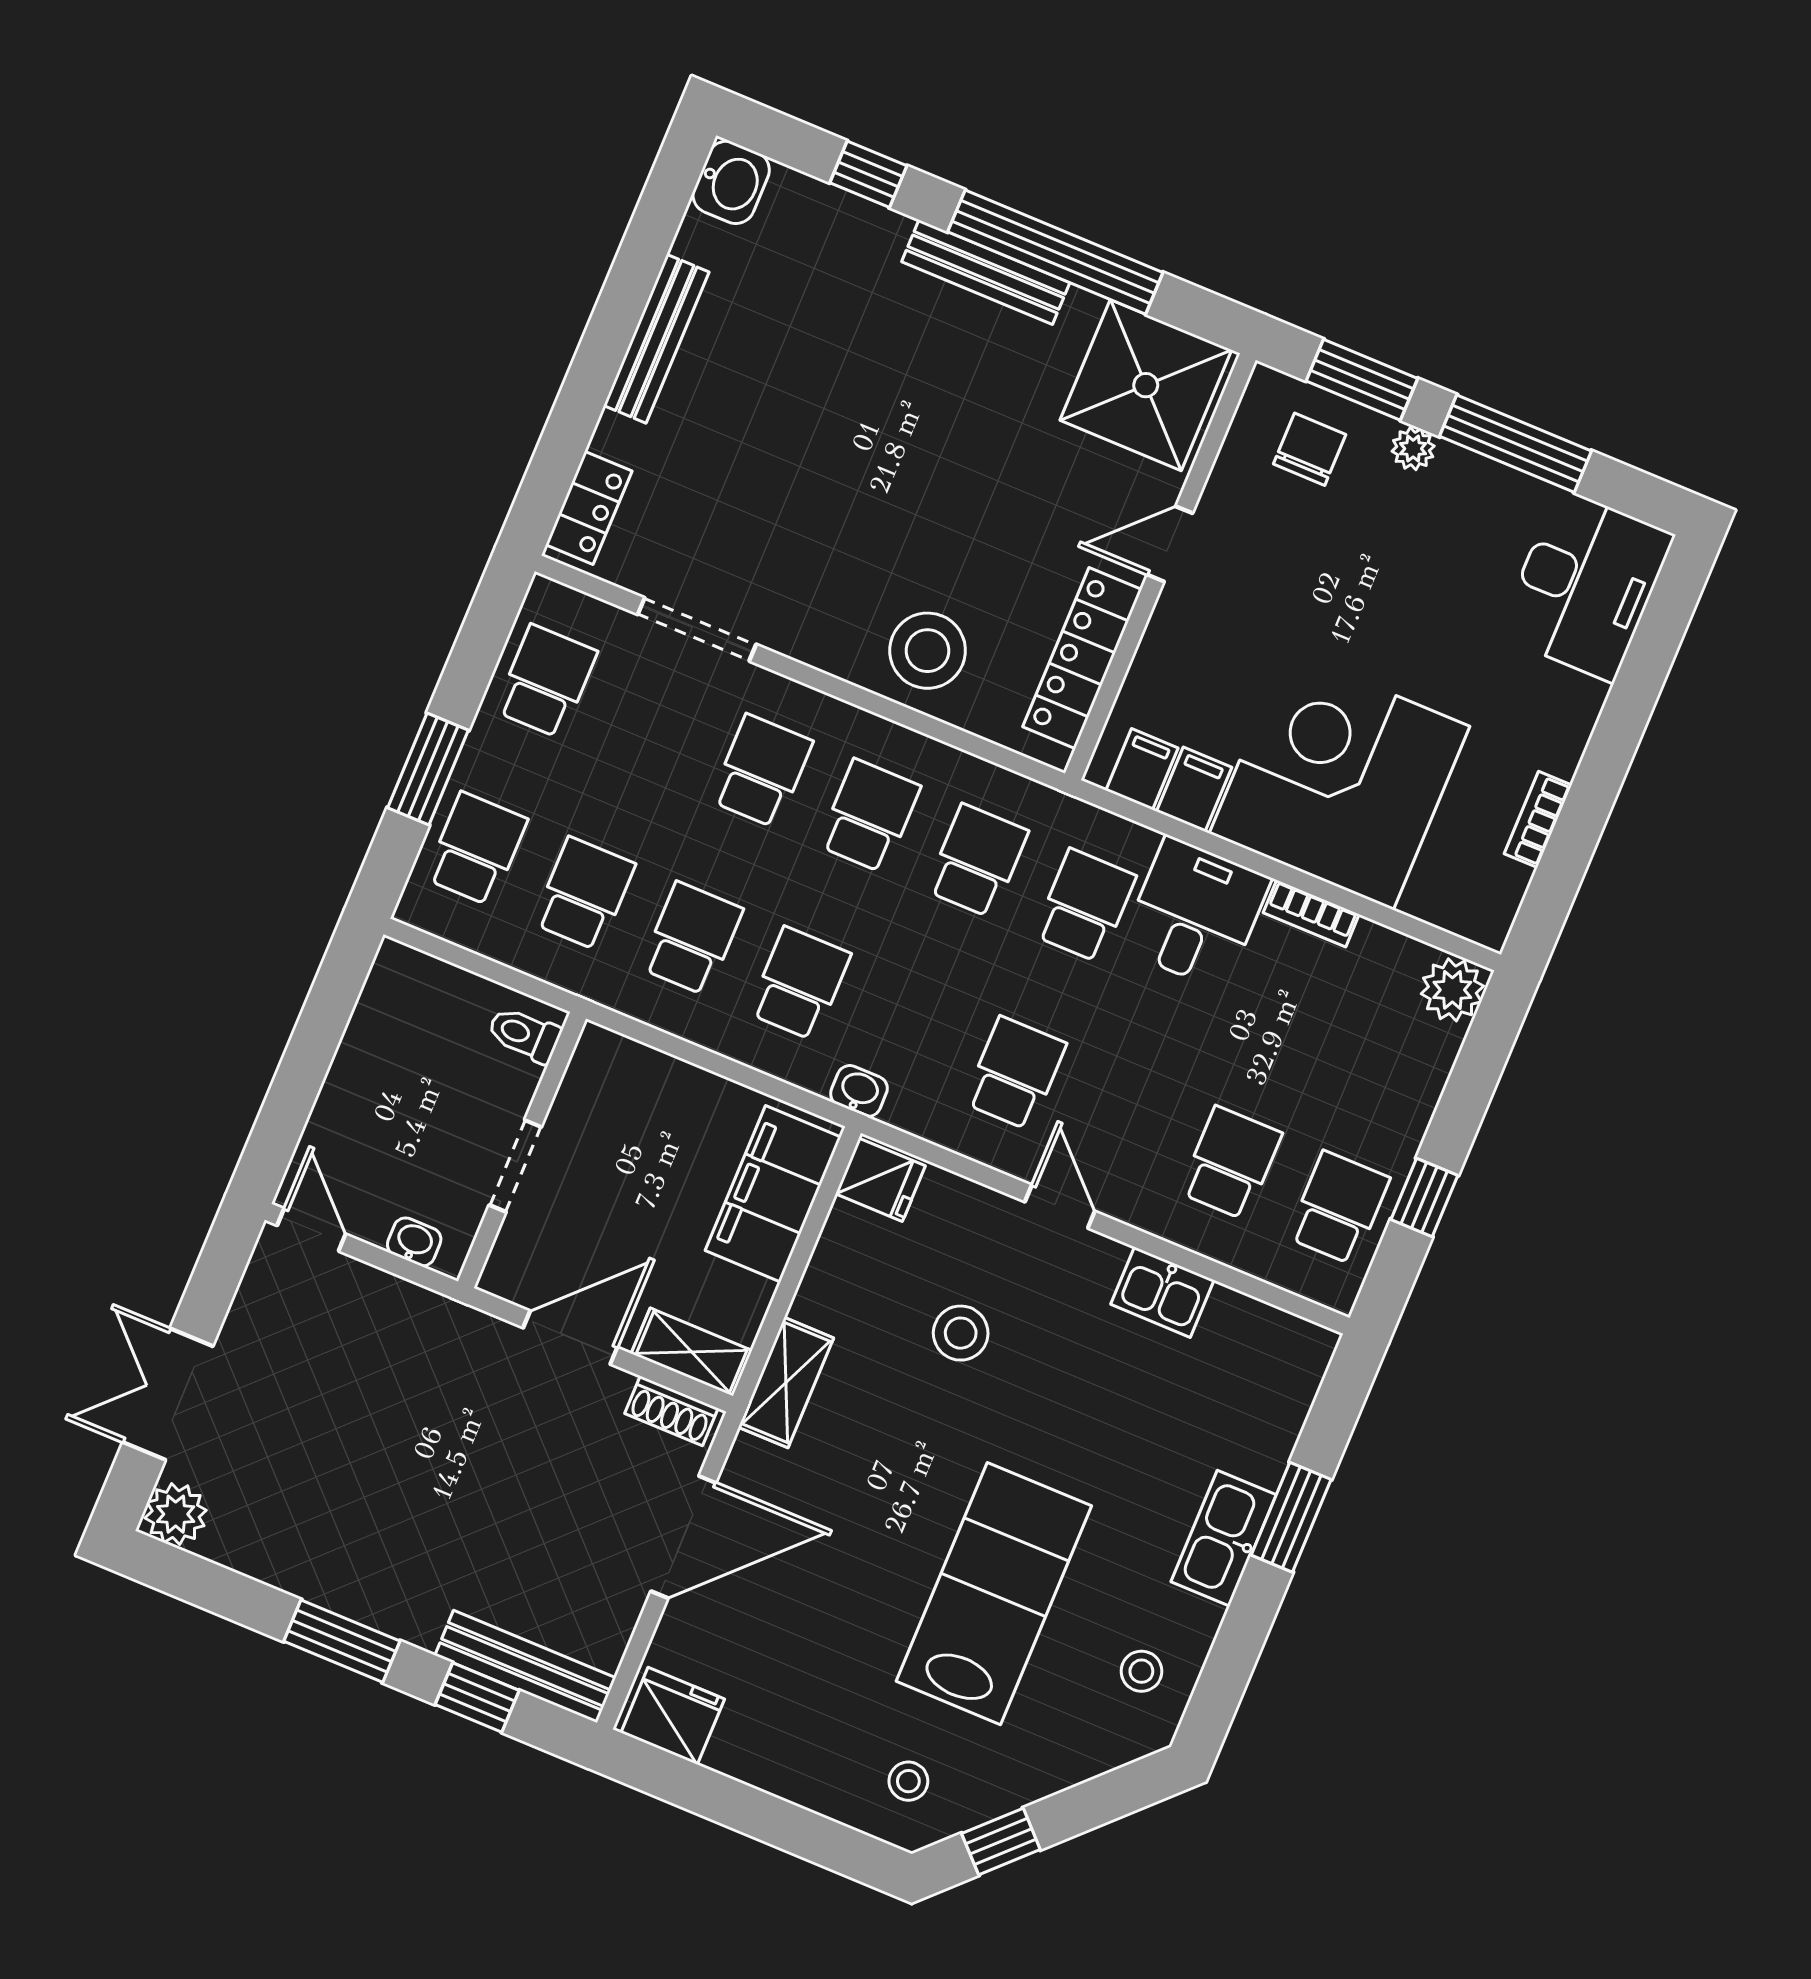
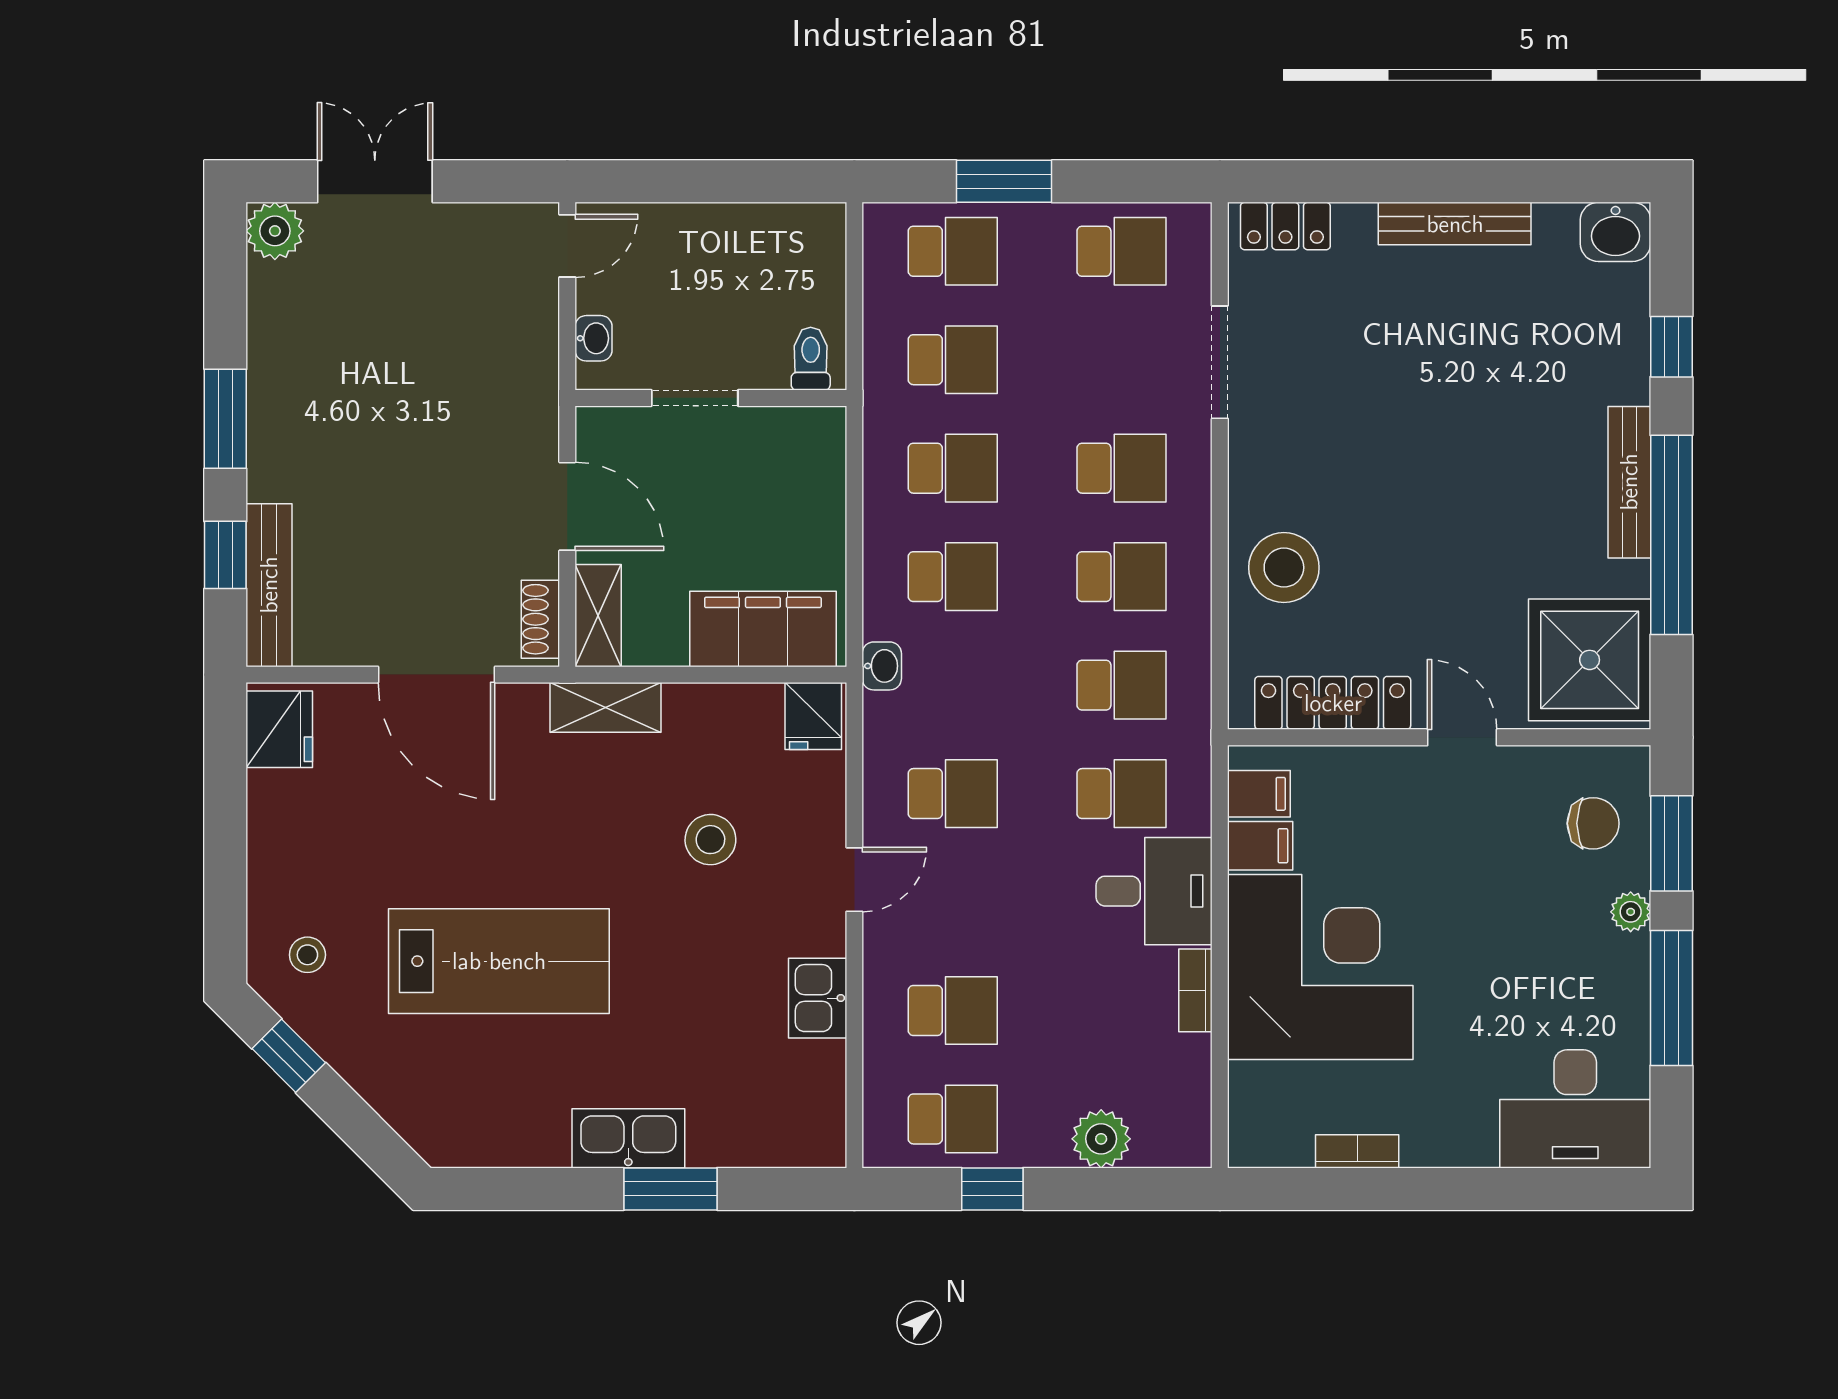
plant: (1452, 990) -> (1101, 1139), moved
stool: (1141, 1671) -> (485, 1115), removed

